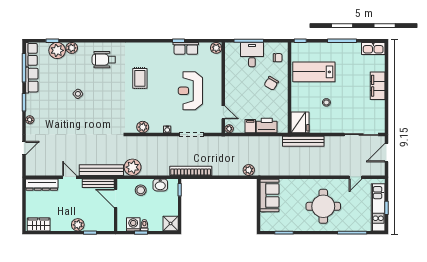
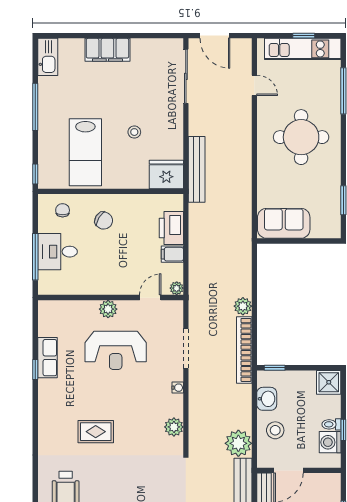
plant: (216, 48) -> (108, 309), moved
plant: (249, 170) -> (243, 306), moved

